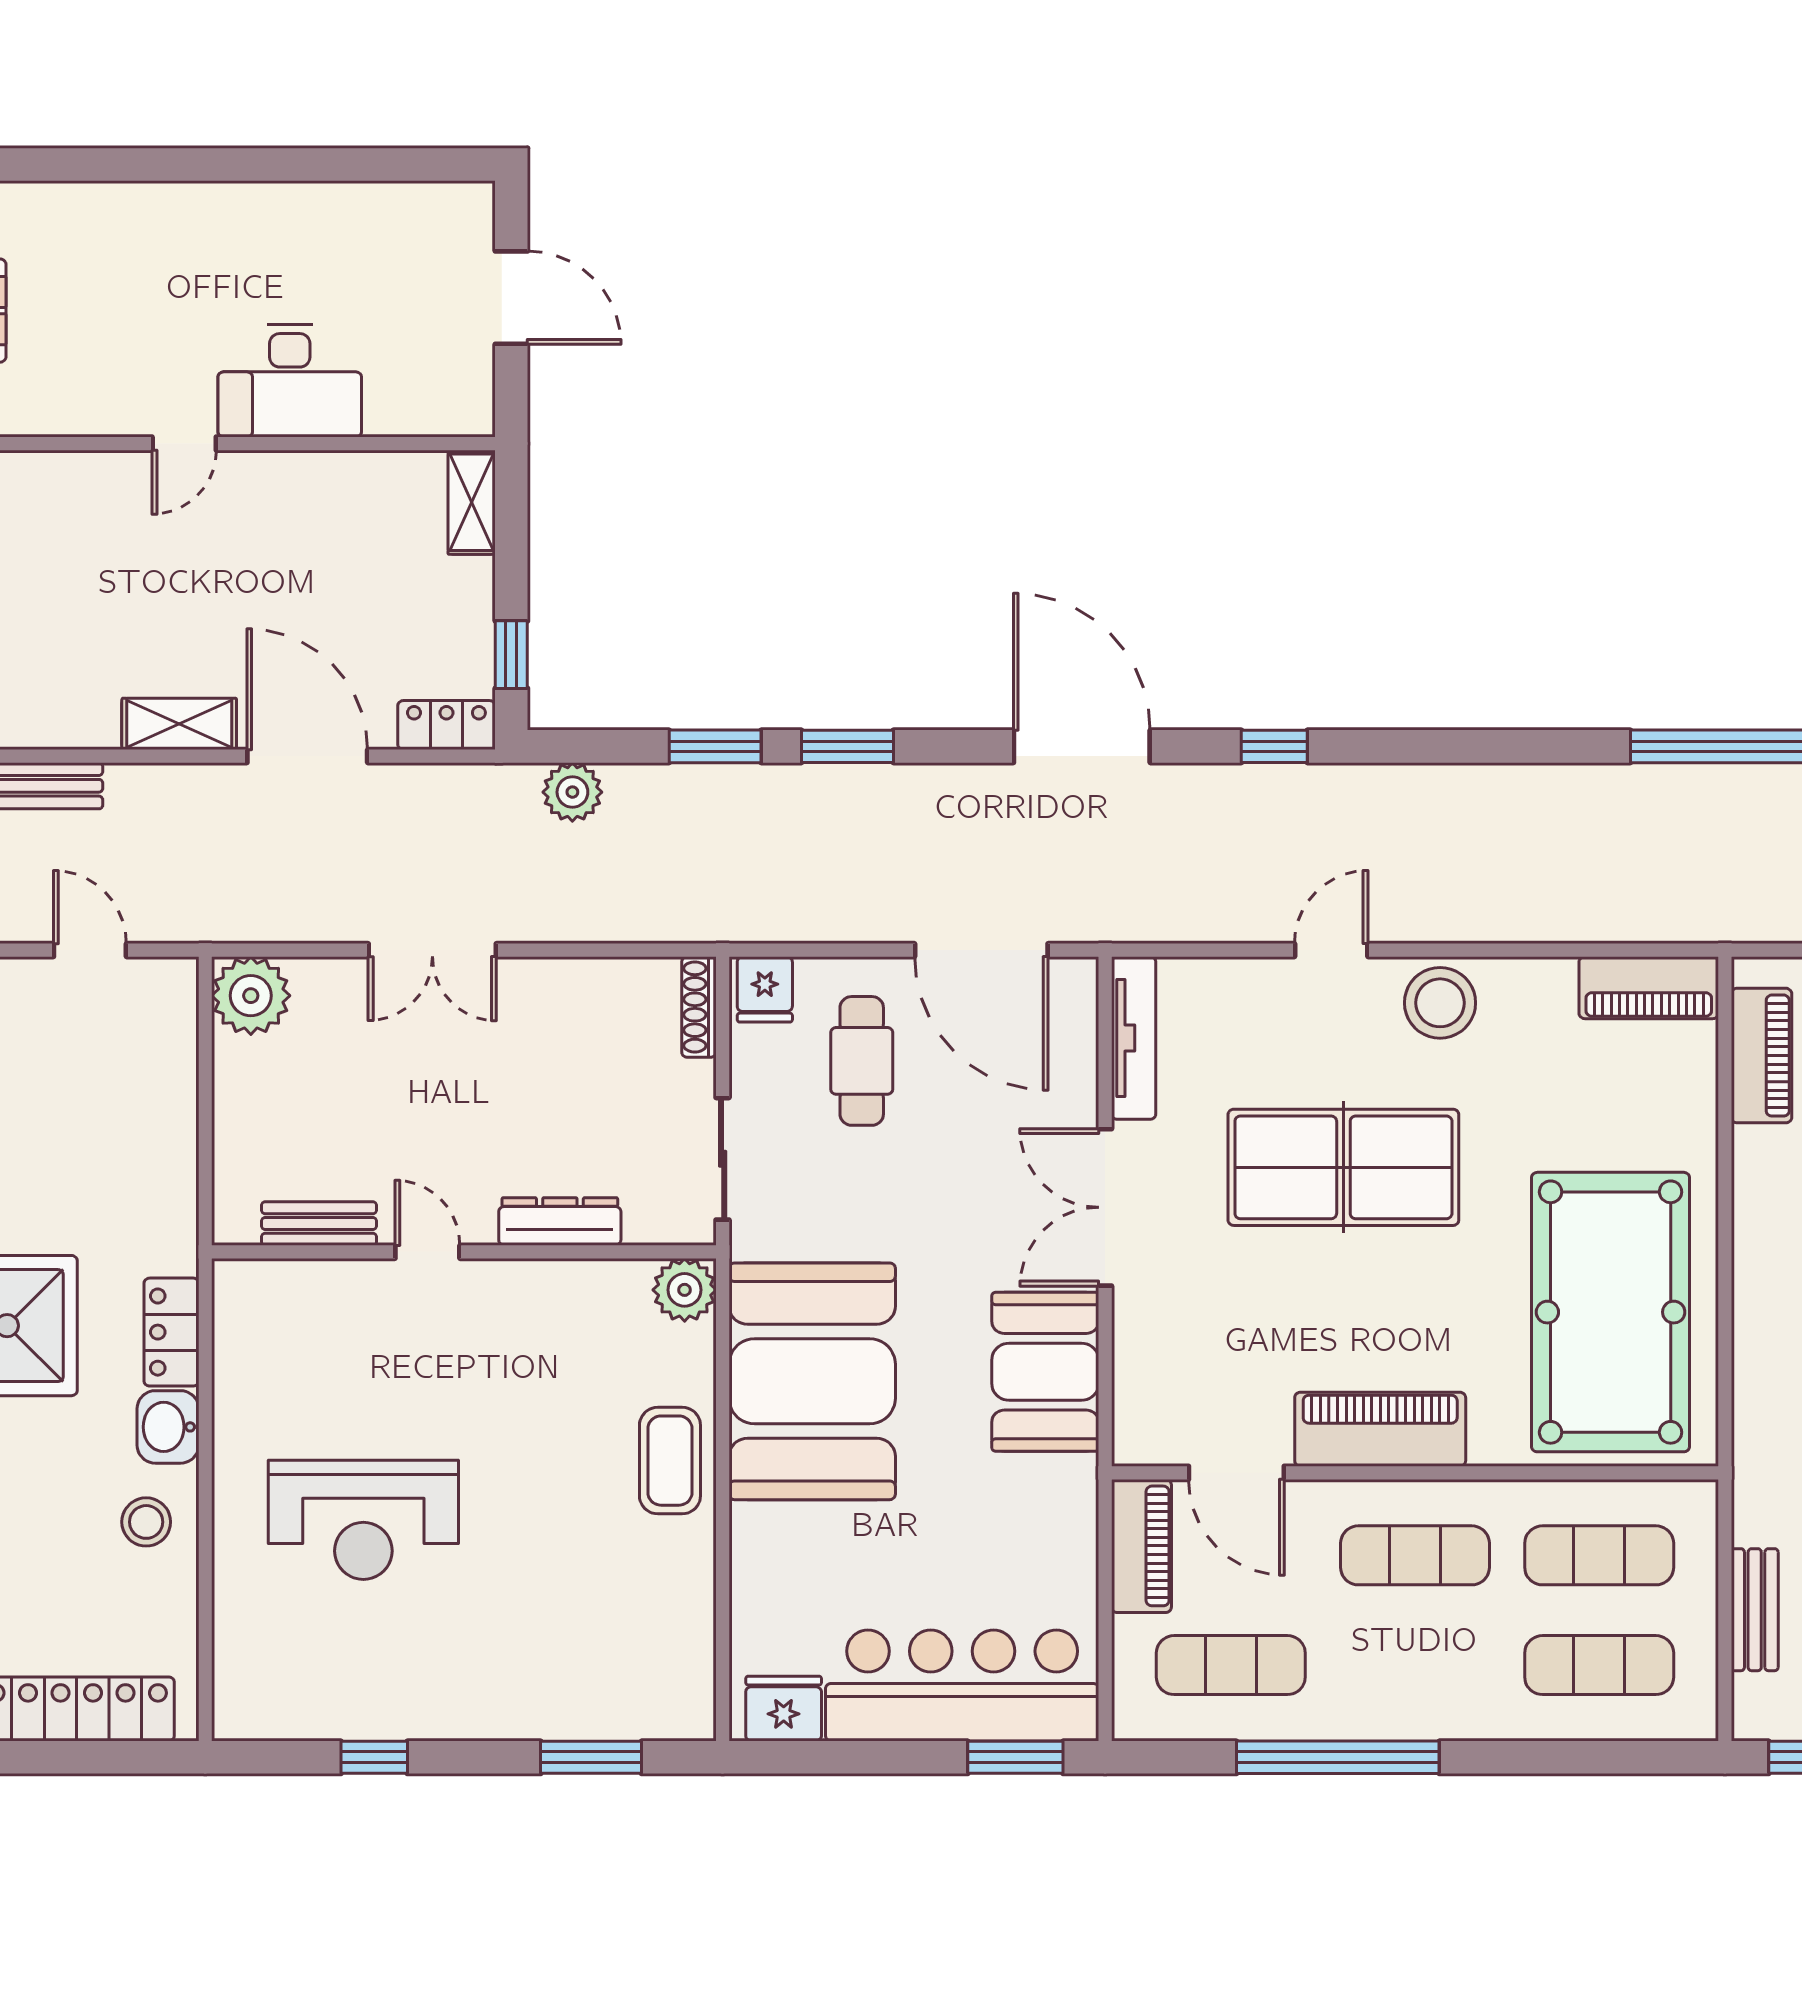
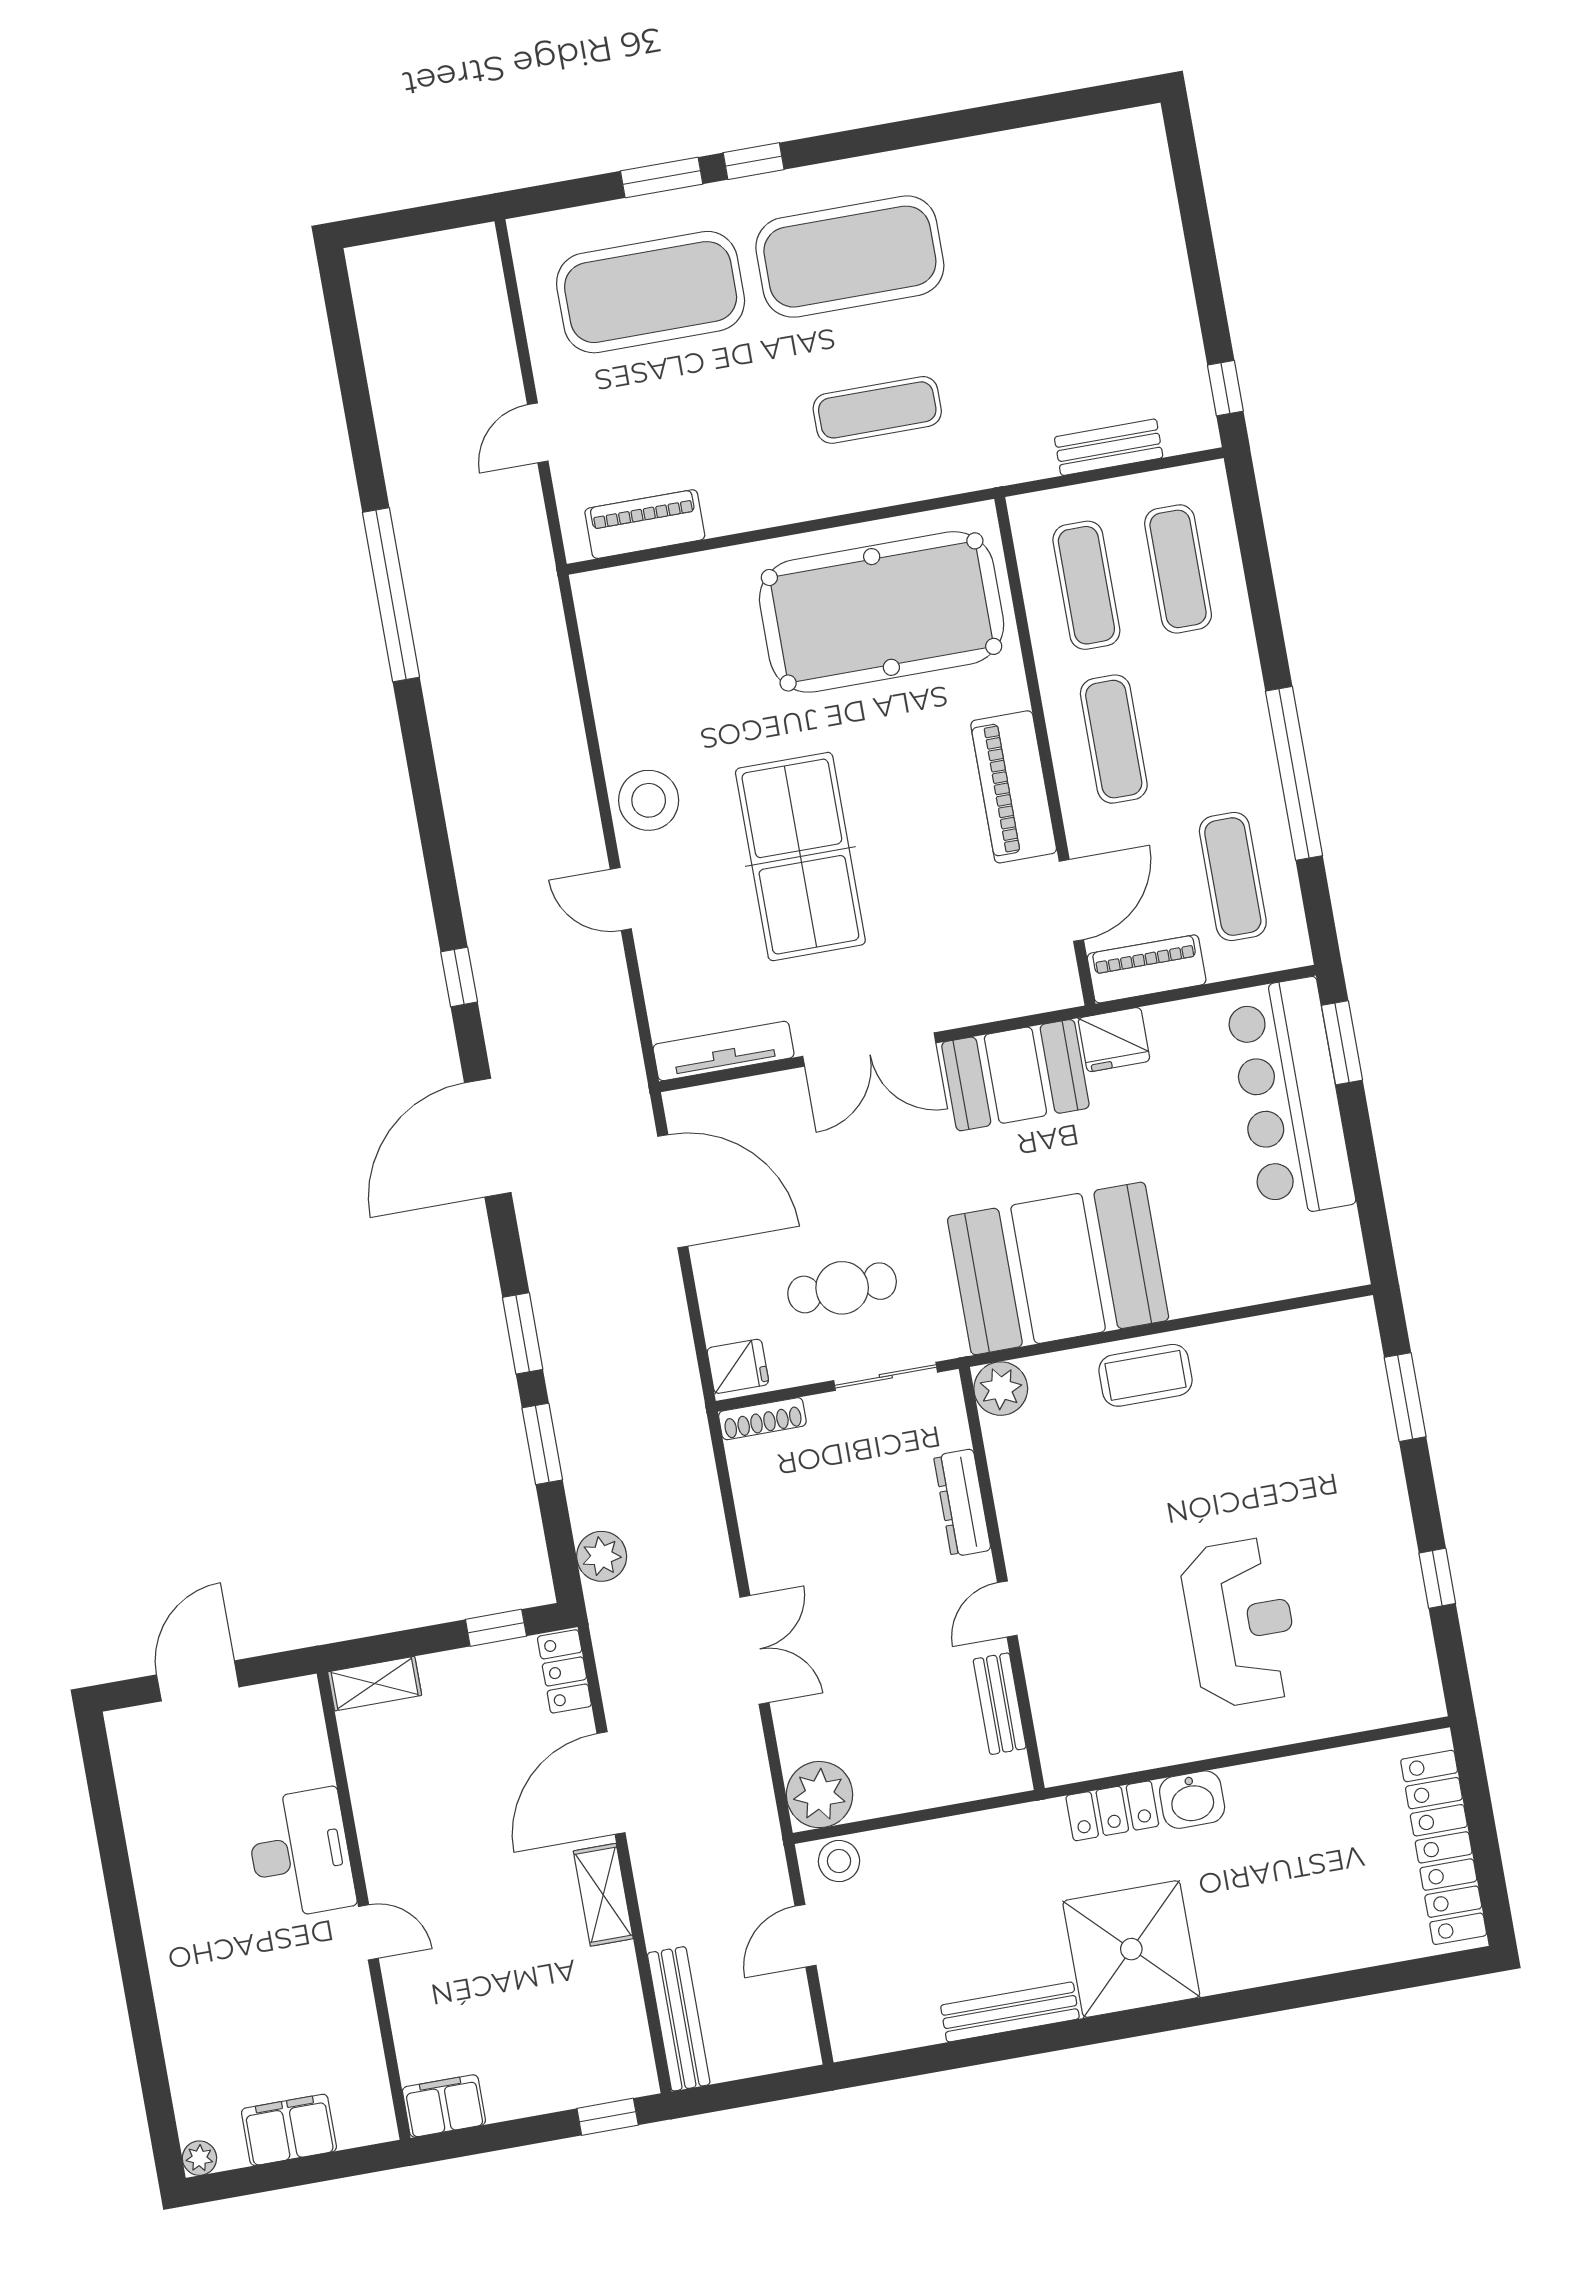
door: (981, 950) -> (673, 1191), hinge flipped
piano: (1649, 988) -> (605, 628), removed
cafe table: (862, 1061) -> (842, 1288), moved
stool: (146, 1522) -> (839, 1861), moved
fridge: (784, 1709) -> (1114, 1040), moved, turned -90

